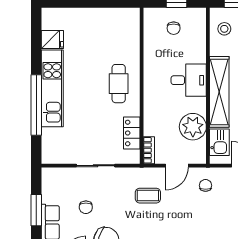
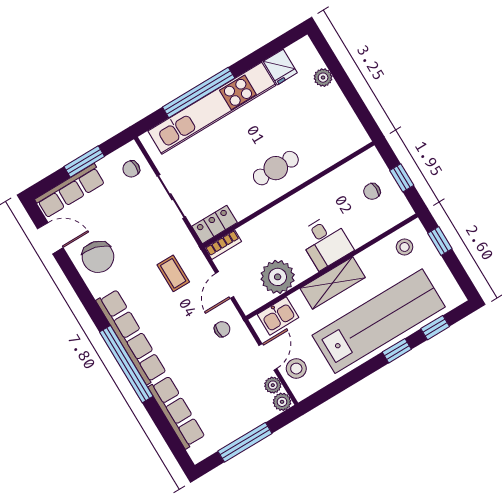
plant: (77, 15) -> (323, 78), added
kitchen unit: (52, 88) -> (212, 108), width x1.36
shelving: (219, 92) -> (333, 283), width x0.68
locker: (132, 133) -> (215, 224), moved
door: (177, 166) -> (225, 285), hinge flipped
chair: (86, 207) -> (131, 169), moved

